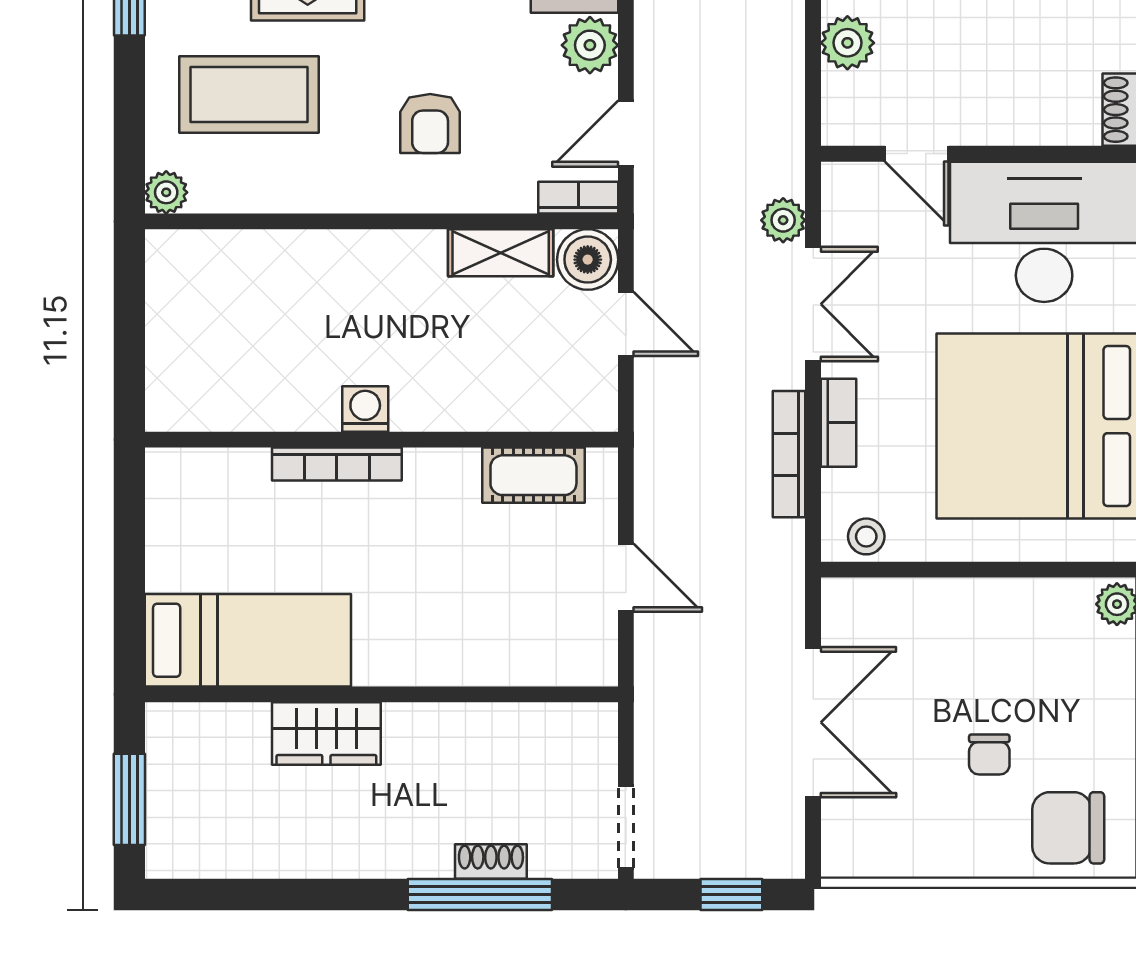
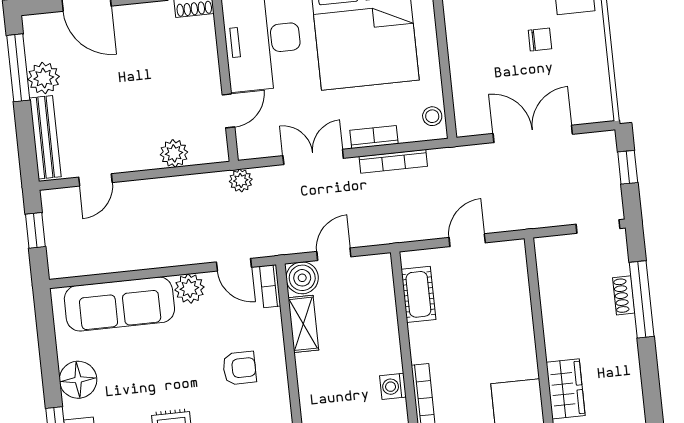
plant: (783, 220) -> (241, 180), moved

